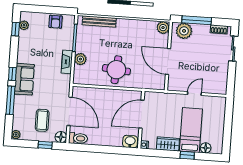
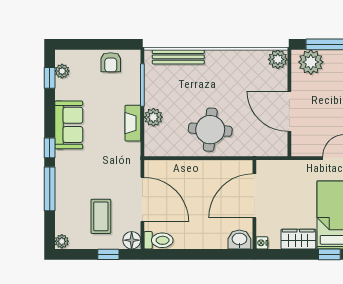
sofa: (24, 79) -> (69, 125), moved

